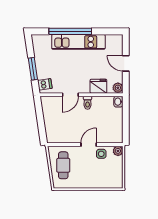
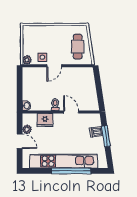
kitchen unit: (78, 42) -> (64, 161), width x1.36
dishwasher: (45, 84) -> (96, 132), moved
plant: (118, 88) -> (27, 129), moved
door: (70, 95) -> (71, 112), hinge flipped

